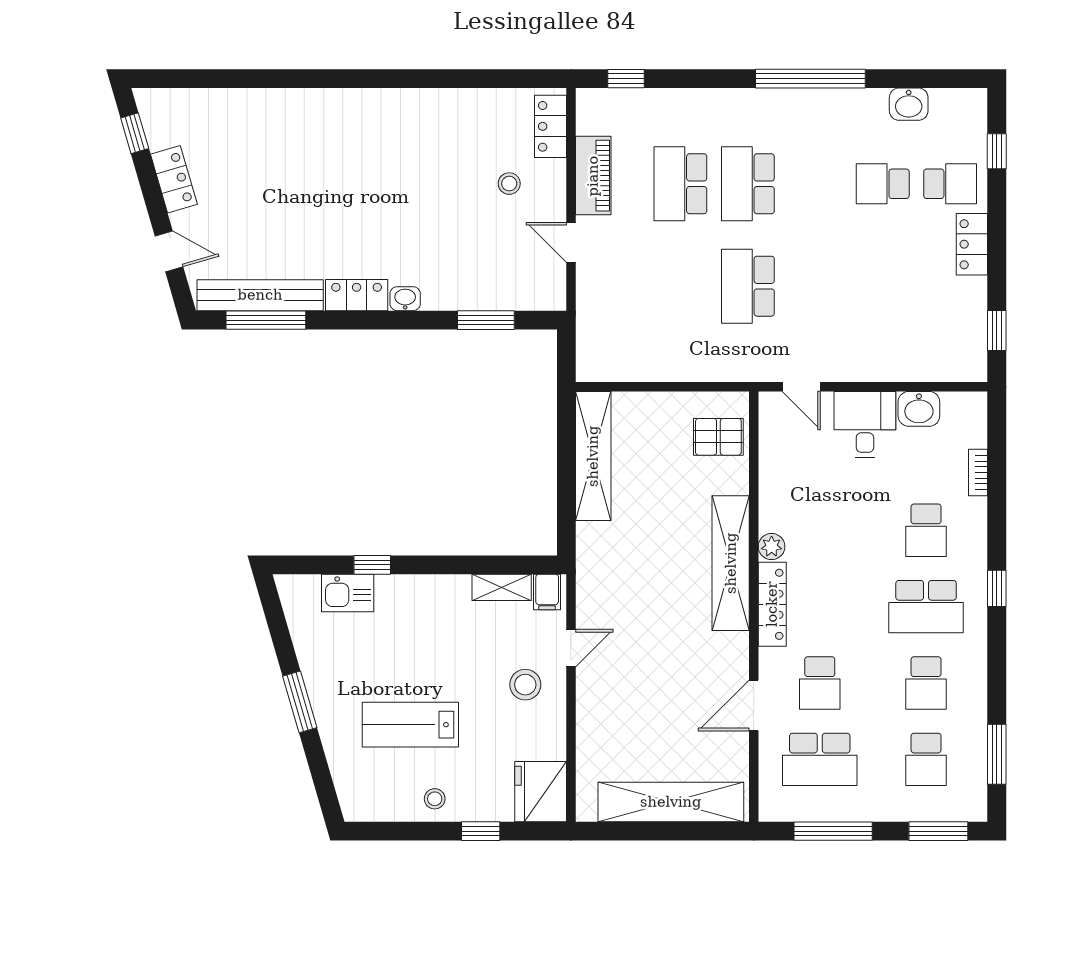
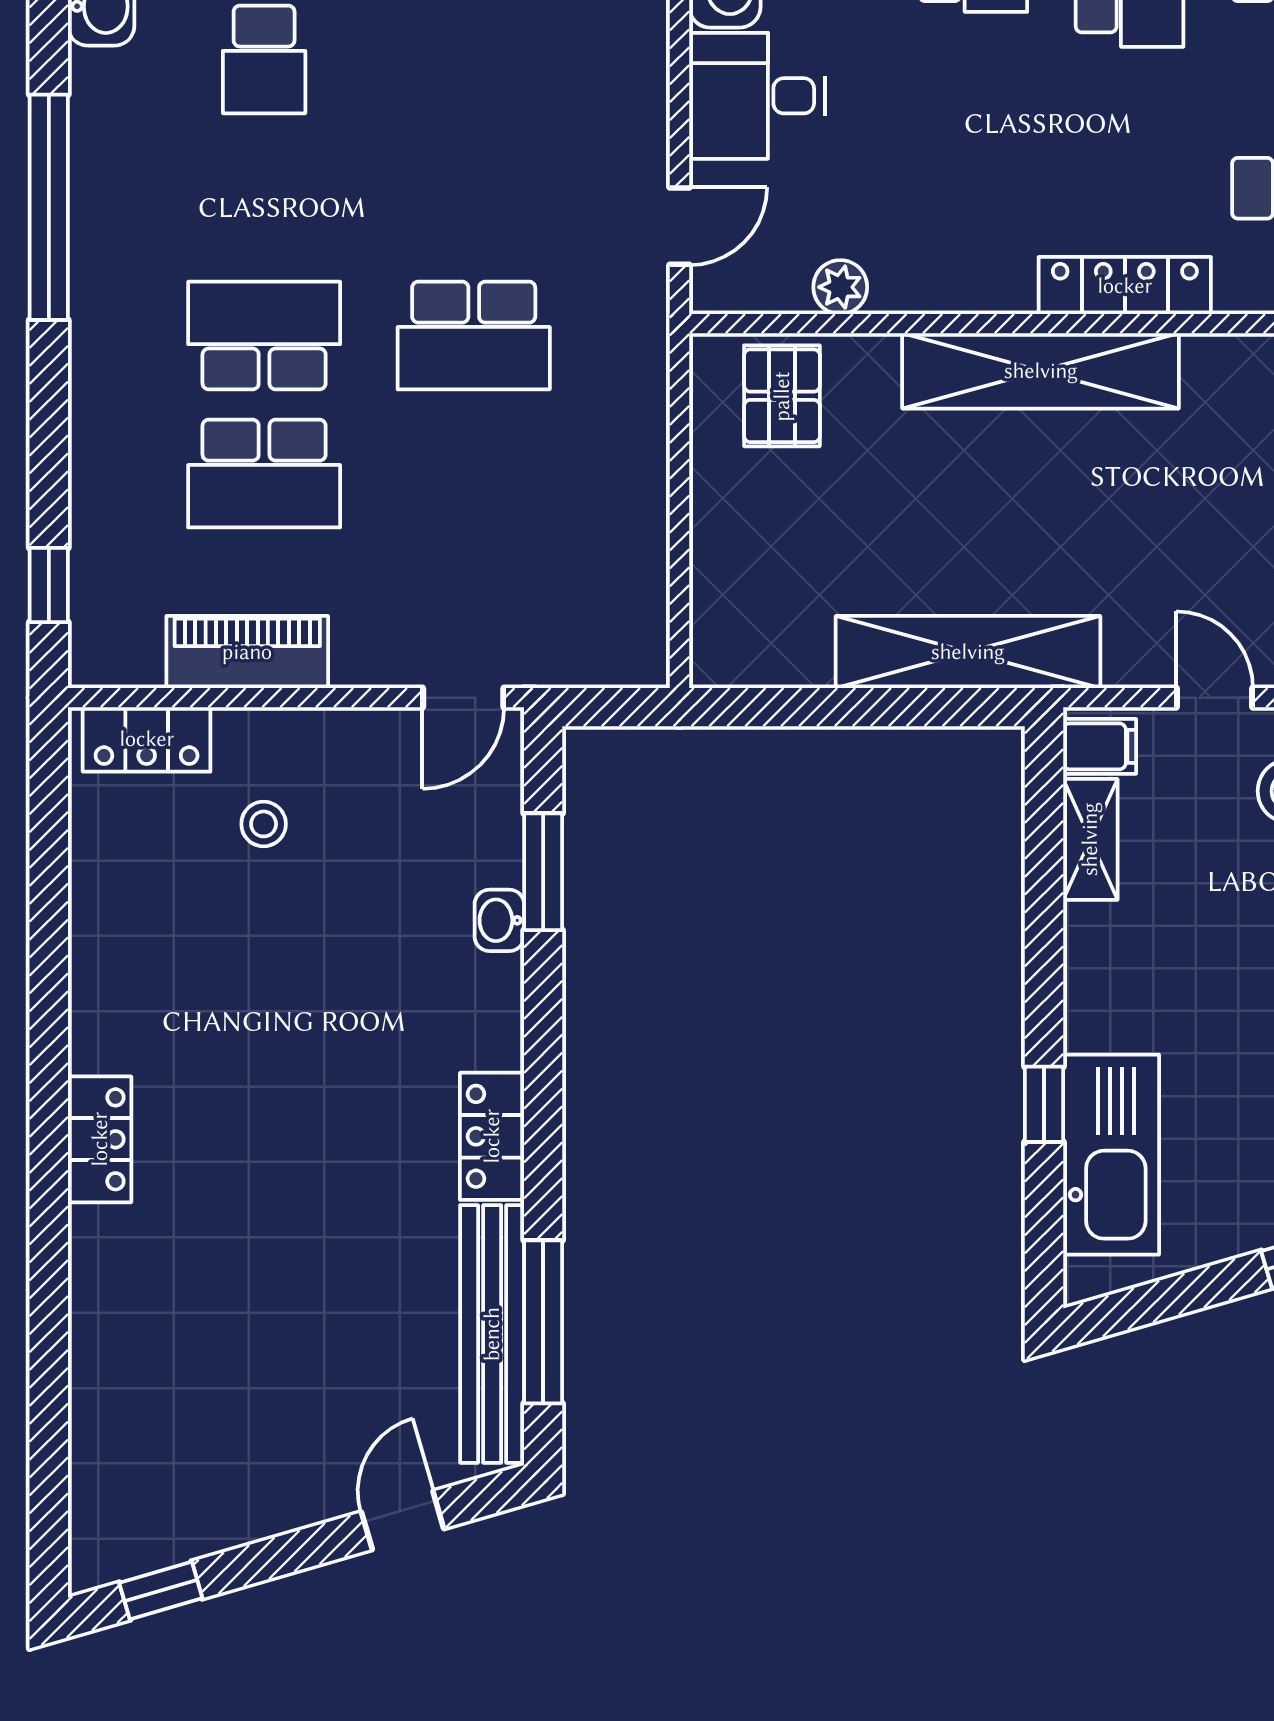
locker: (174, 179) -> (100, 1139), moved, turned 106
school desk: (748, 184) -> (264, 336), turned 180
door: (571, 242) -> (463, 698), moved
washbasin: (405, 299) -> (499, 920), moved
shelving: (593, 456) -> (968, 652), moved
plant: (772, 547) -> (840, 287), moved
kitchen sink: (348, 593) -> (1111, 1155), width x1.88, depth x1.24

